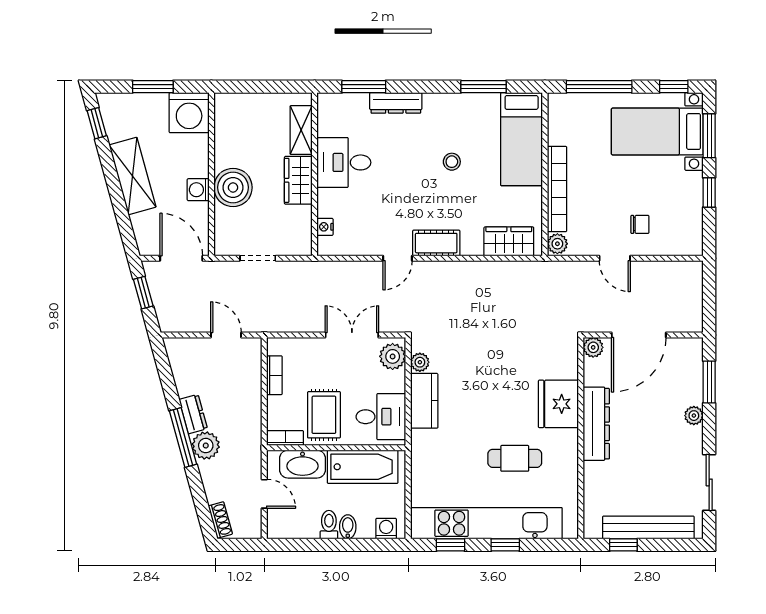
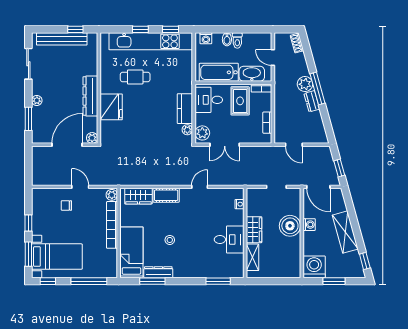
dresser: (396, 103) -> (158, 272), moved
cot: (436, 243) -> (166, 195), moved

